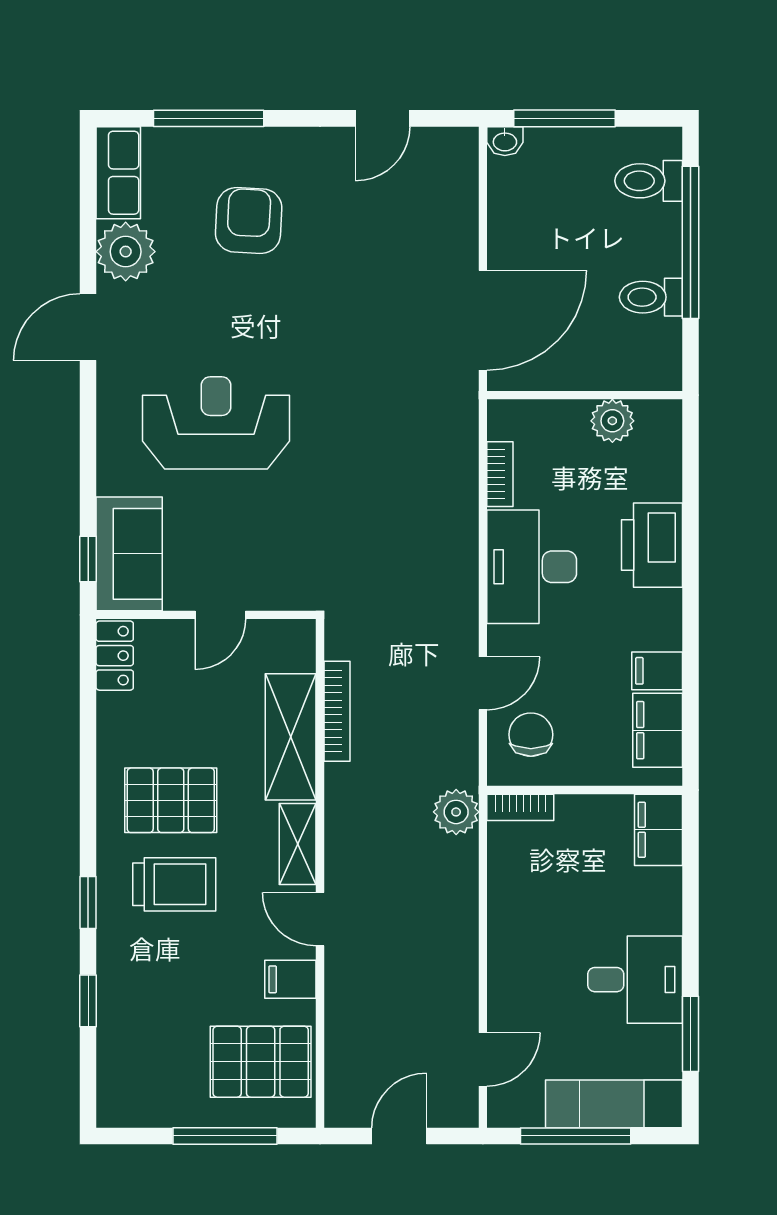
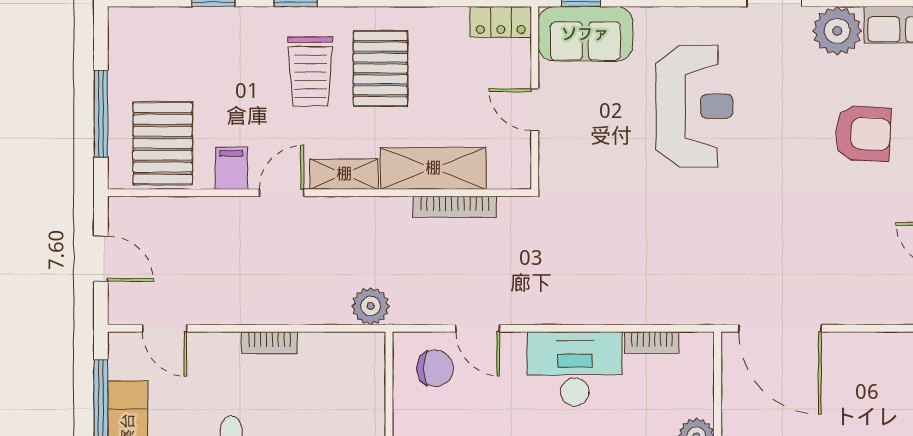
bookcase: (520, 807) -> (269, 343), moved, turned -90

